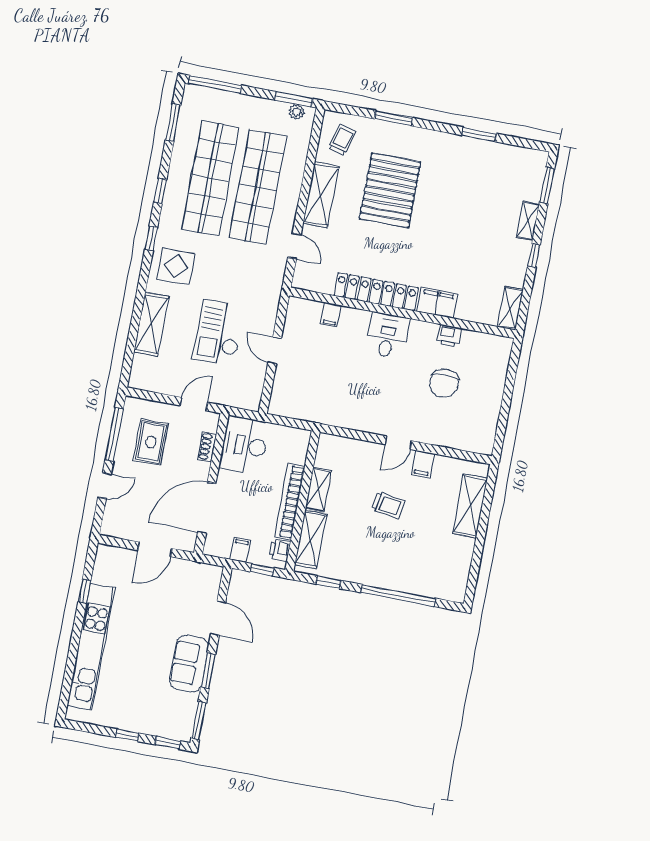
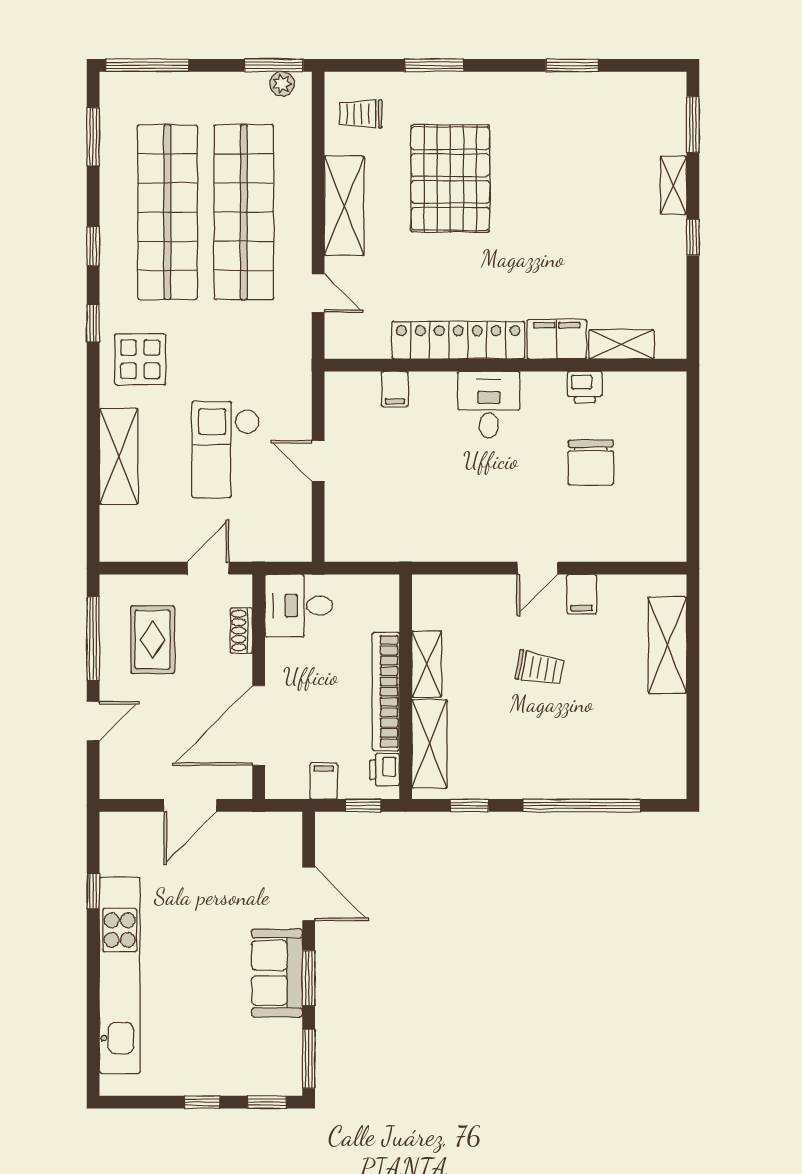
trolley: (342, 140) -> (361, 114), turned -104
shelving: (510, 308) -> (621, 344), moved, turned 90
desk: (244, 445) -> (299, 606), width x0.73

